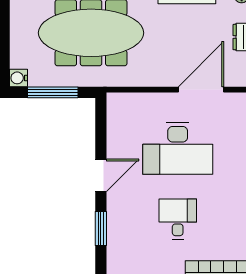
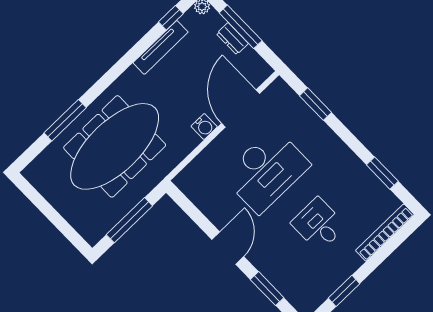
water cooler: (19, 78) -> (204, 127), moved, turned -90

